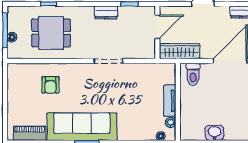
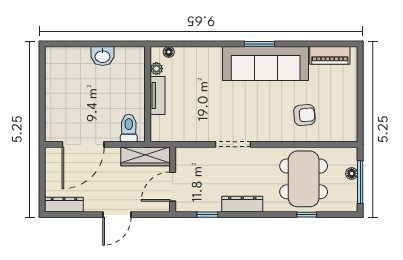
dresser: (106, 12) -> (242, 204), width x1.44
dining table: (51, 33) -> (304, 179), width x1.38
armchair: (50, 85) -> (304, 115), turned 85

